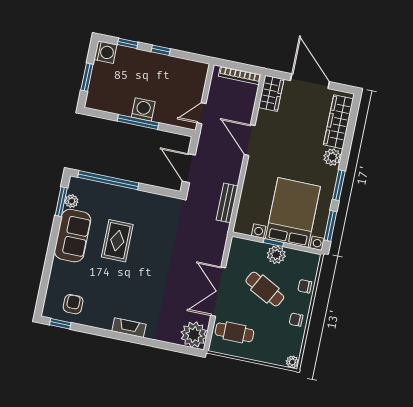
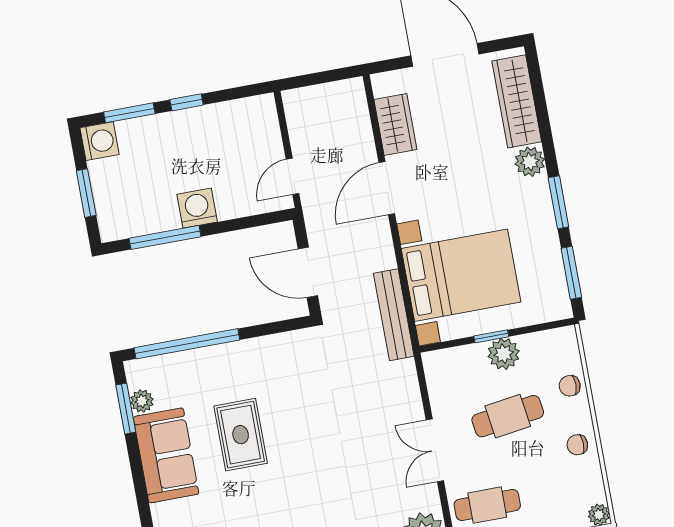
window: (128, 43) -> (129, 113), width x1.50
bookcase: (240, 75) -> (329, 91), removed
wardrobe: (271, 93) -> (395, 124), moved
window: (138, 122) -> (165, 237), moved
door: (250, 140) -> (387, 188), hinge flipped
bench: (227, 203) -> (394, 315), width x1.36
bed with nightstands: (293, 213) -> (461, 275), moved, turned 90
cafe table: (265, 289) -> (508, 416), turned -36
double door: (218, 292) -> (435, 450), width x0.73

